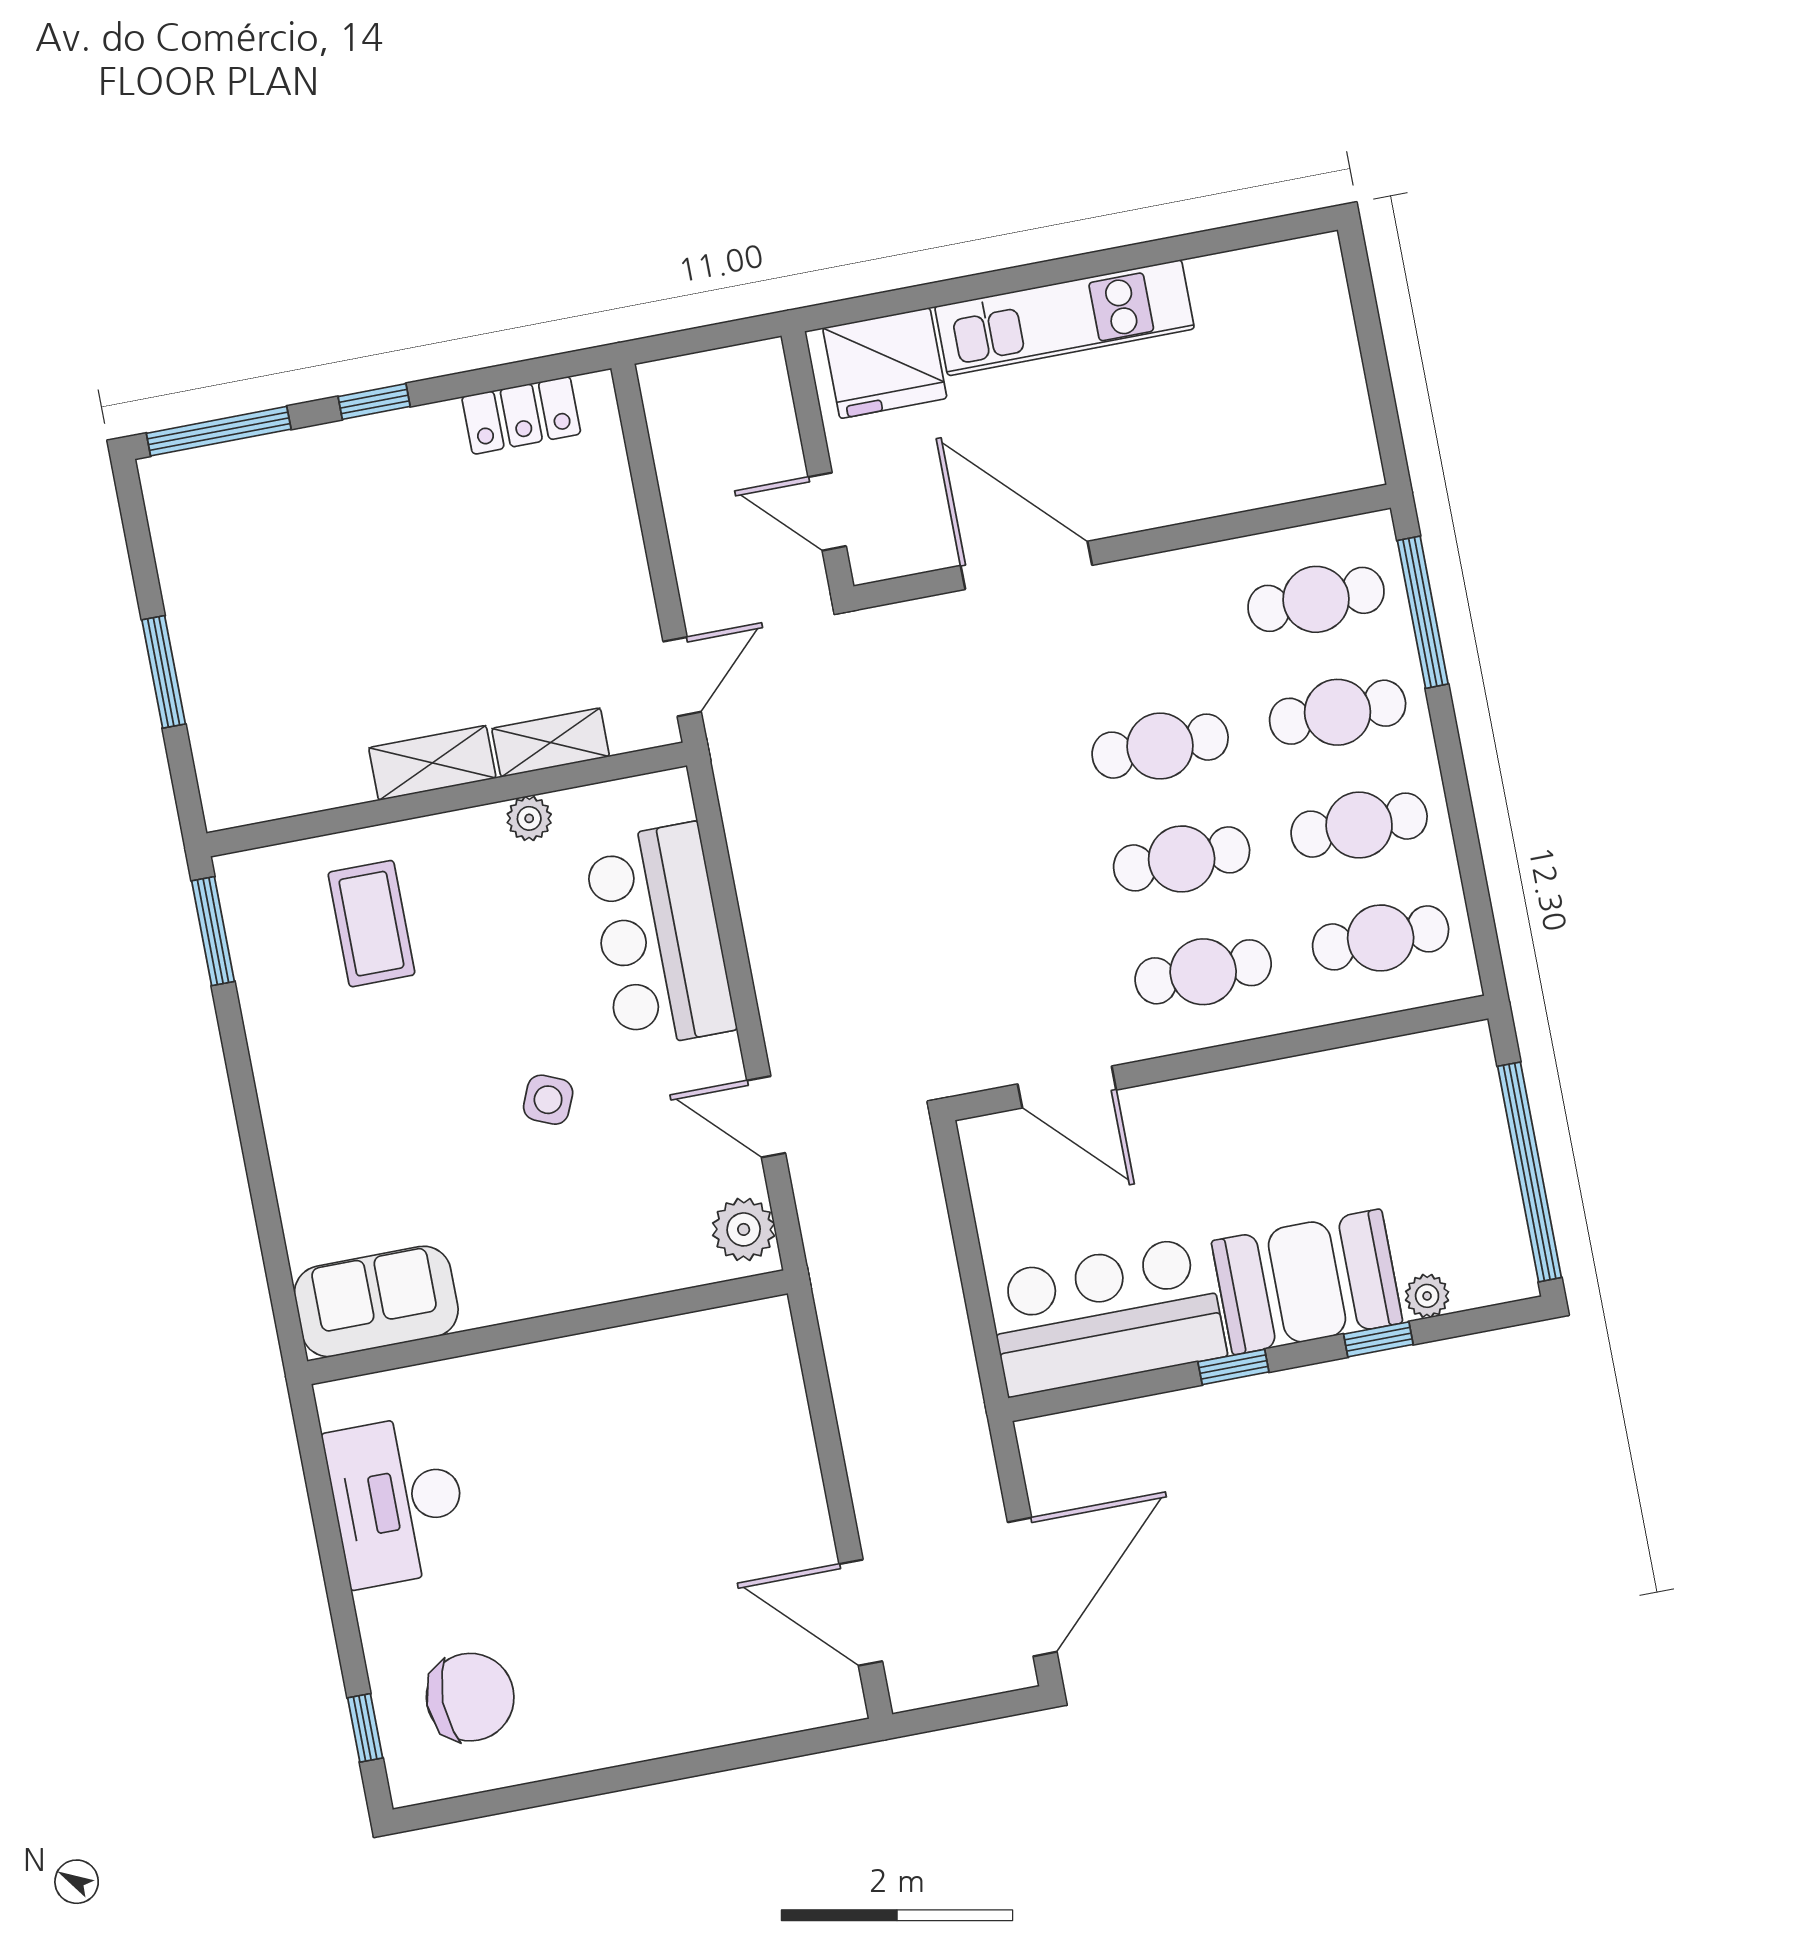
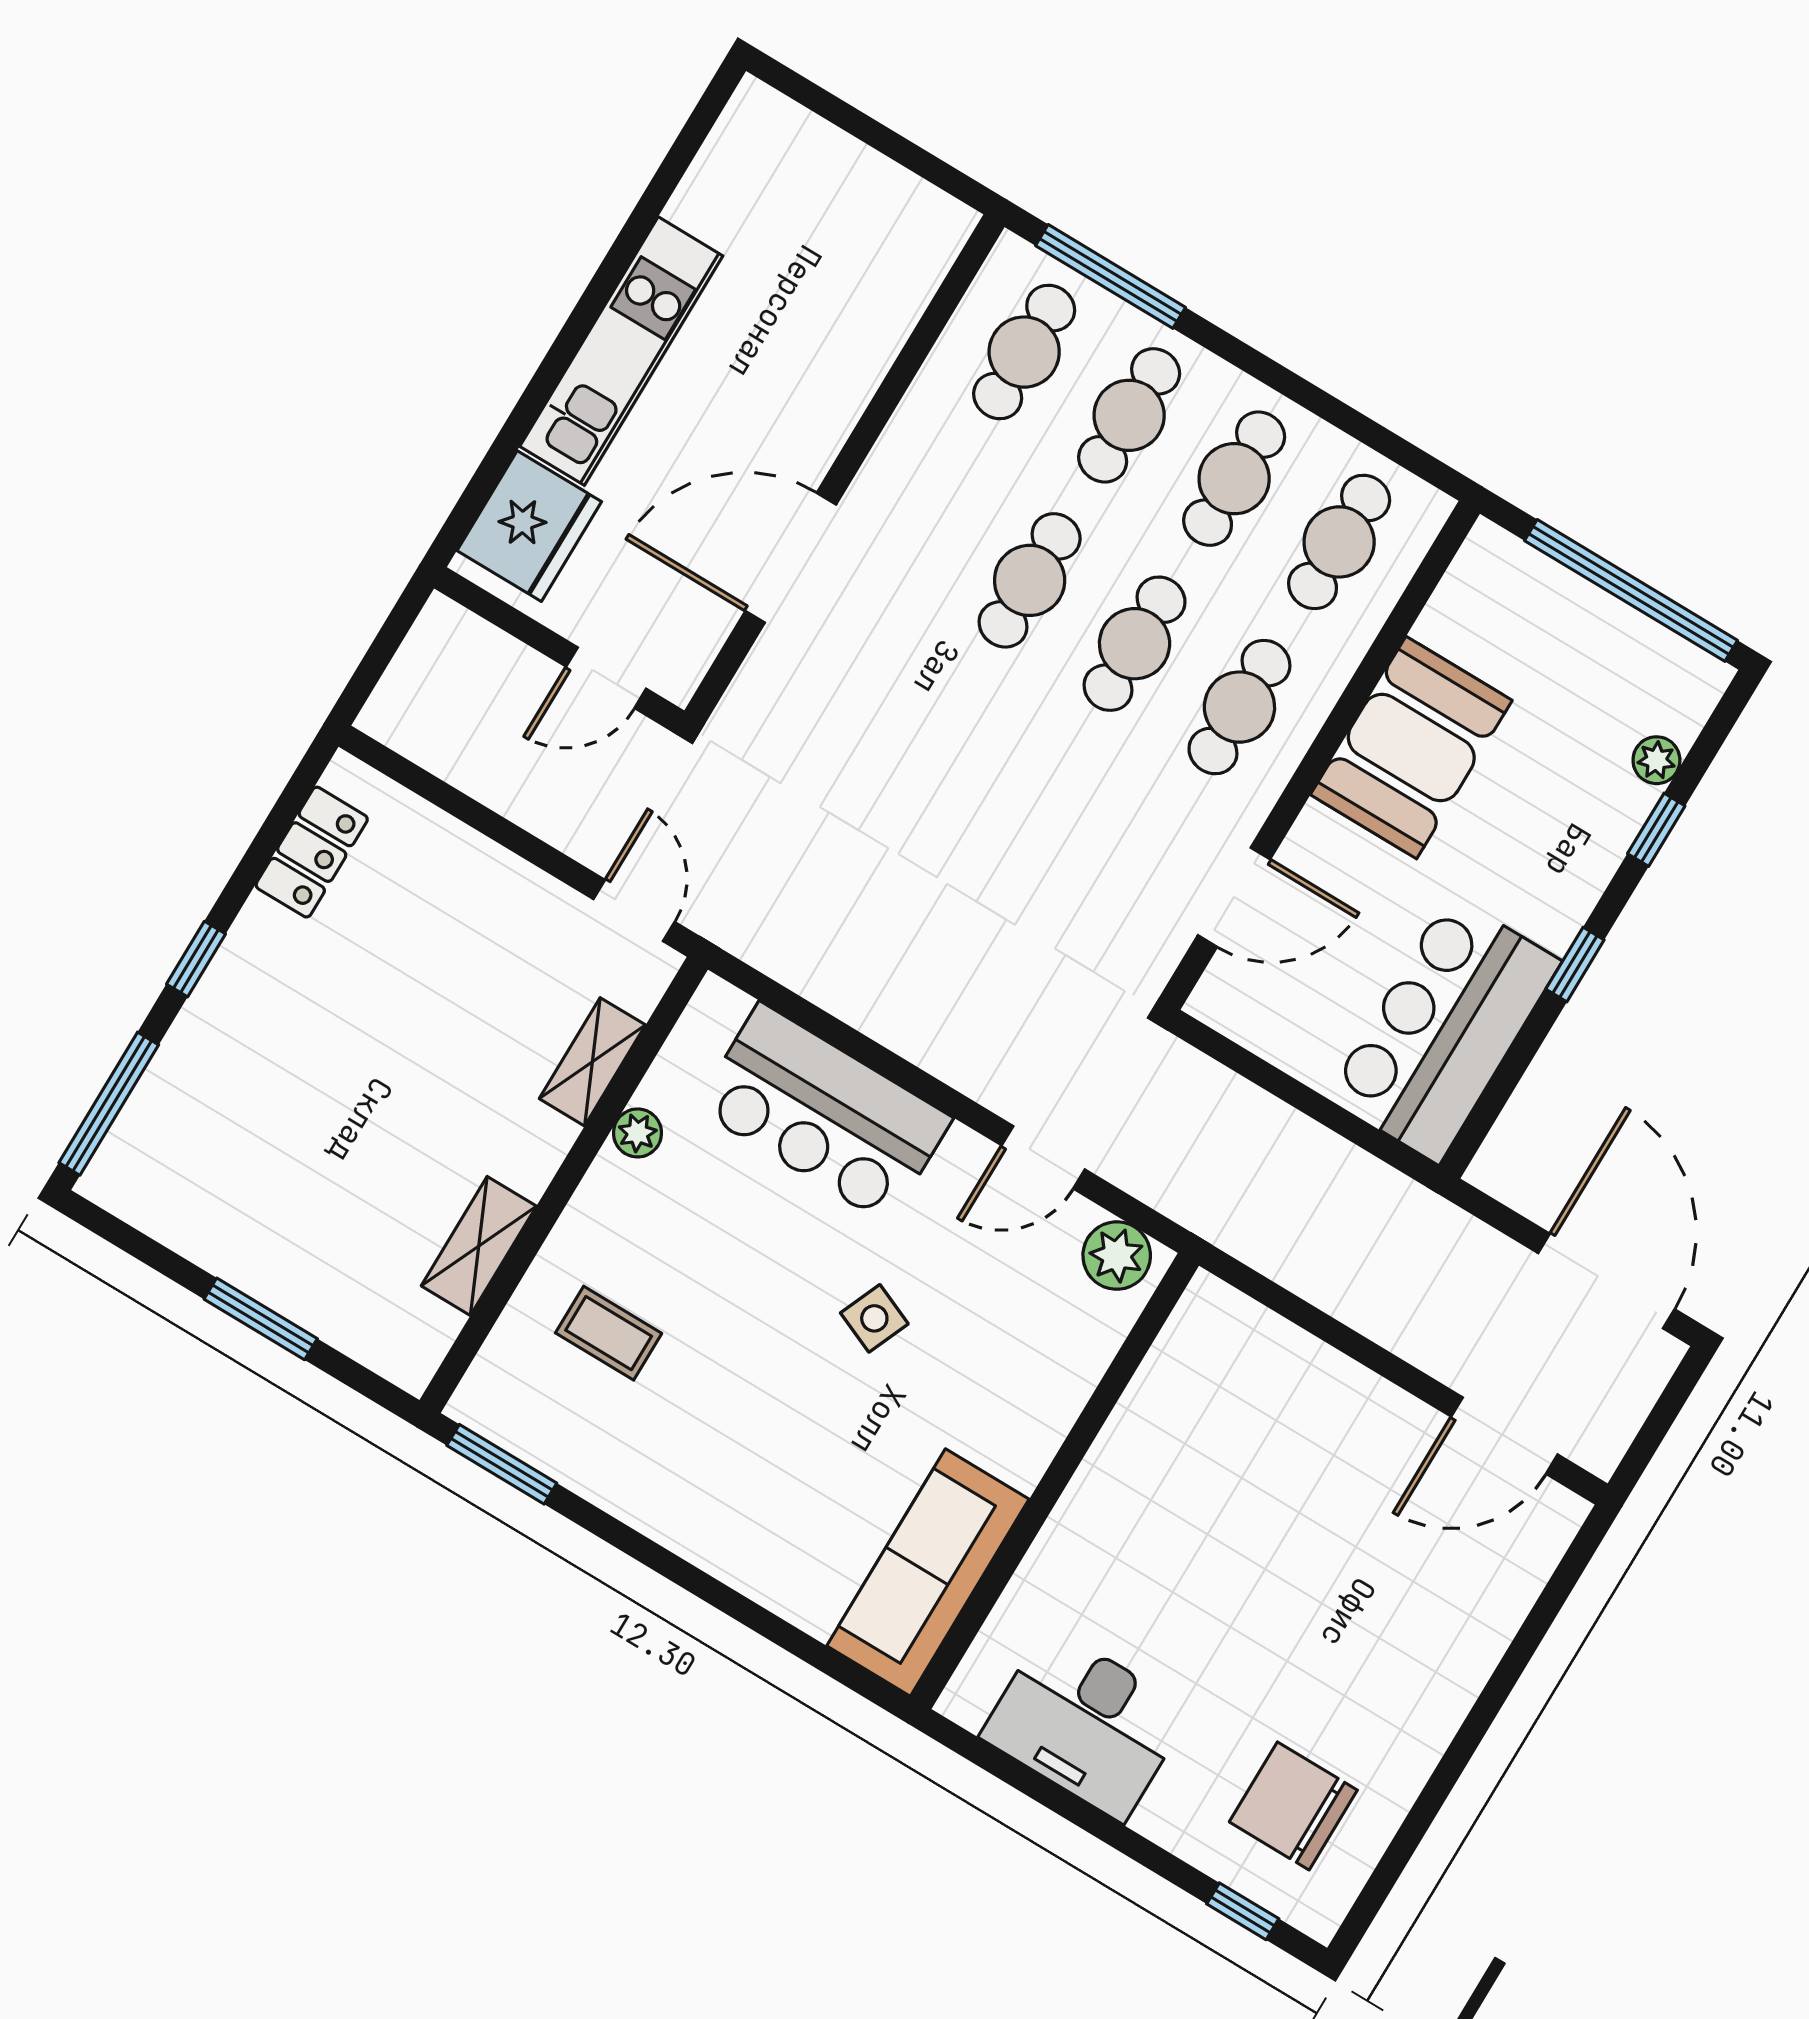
shelving: (432, 763) -> (479, 1246), moved
coffee table: (371, 924) -> (609, 1333), width x0.73, depth x0.77
booth: (1307, 1282) -> (1411, 748), moved
sofa: (376, 1301) -> (928, 1573), width x1.36
chair: (470, 1697) -> (1293, 1806), turned -90

